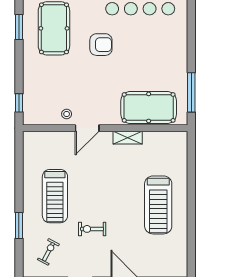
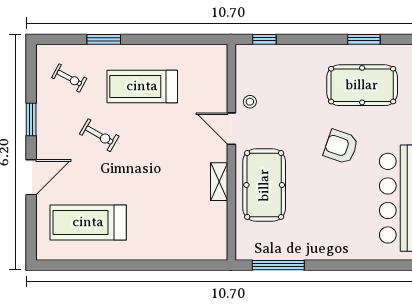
armchair: (101, 45) -> (341, 147), turned 109
pool table: (149, 107) -> (264, 185), moved
treadmill: (158, 205) -> (88, 222), moved
exercise bike: (92, 229) -> (99, 135), turned 120

